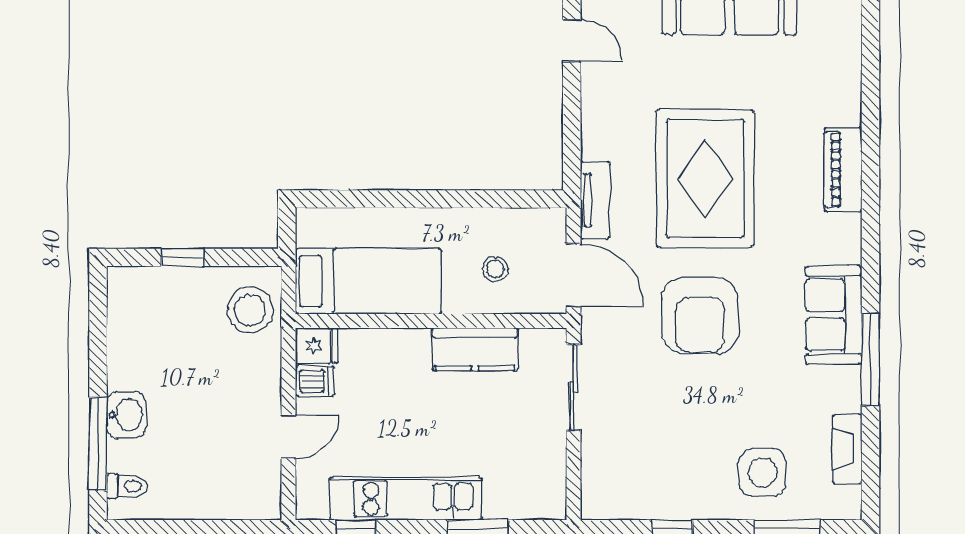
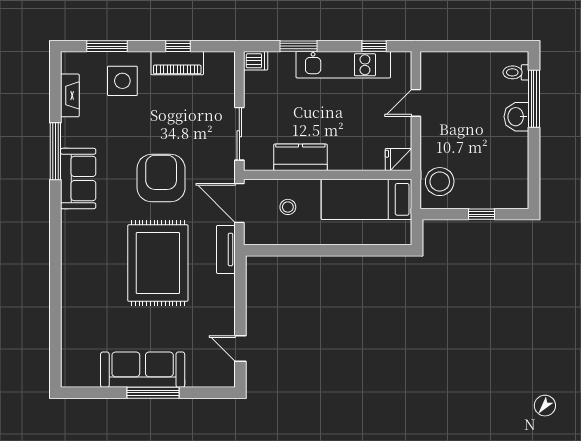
piano: (843, 169) -> (177, 63), moved, turned 90
dishwasher: (315, 381) -> (256, 61), moved, turned 180

